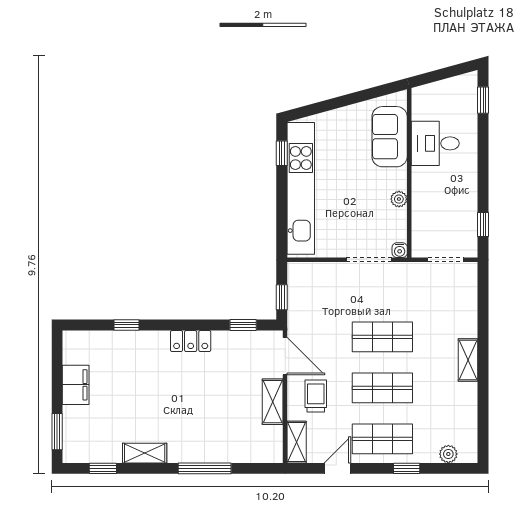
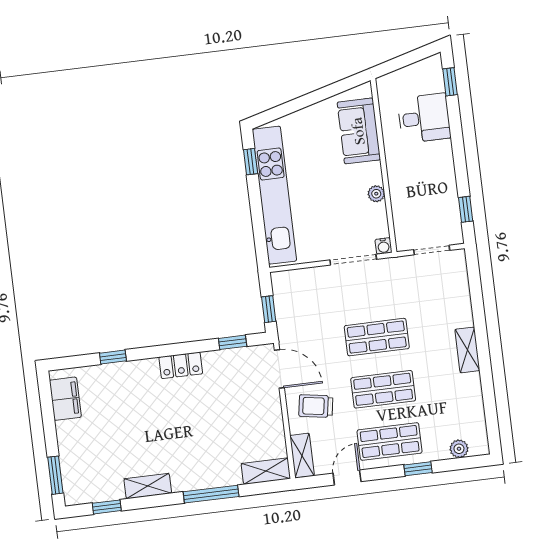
desk: (435, 143) -> (424, 118), moved, turned 180
filing cabinet: (76, 385) -> (65, 399), moved
trolley: (316, 396) -> (316, 406), turned -81
shelving: (273, 402) -> (266, 471), moved, turned 90

